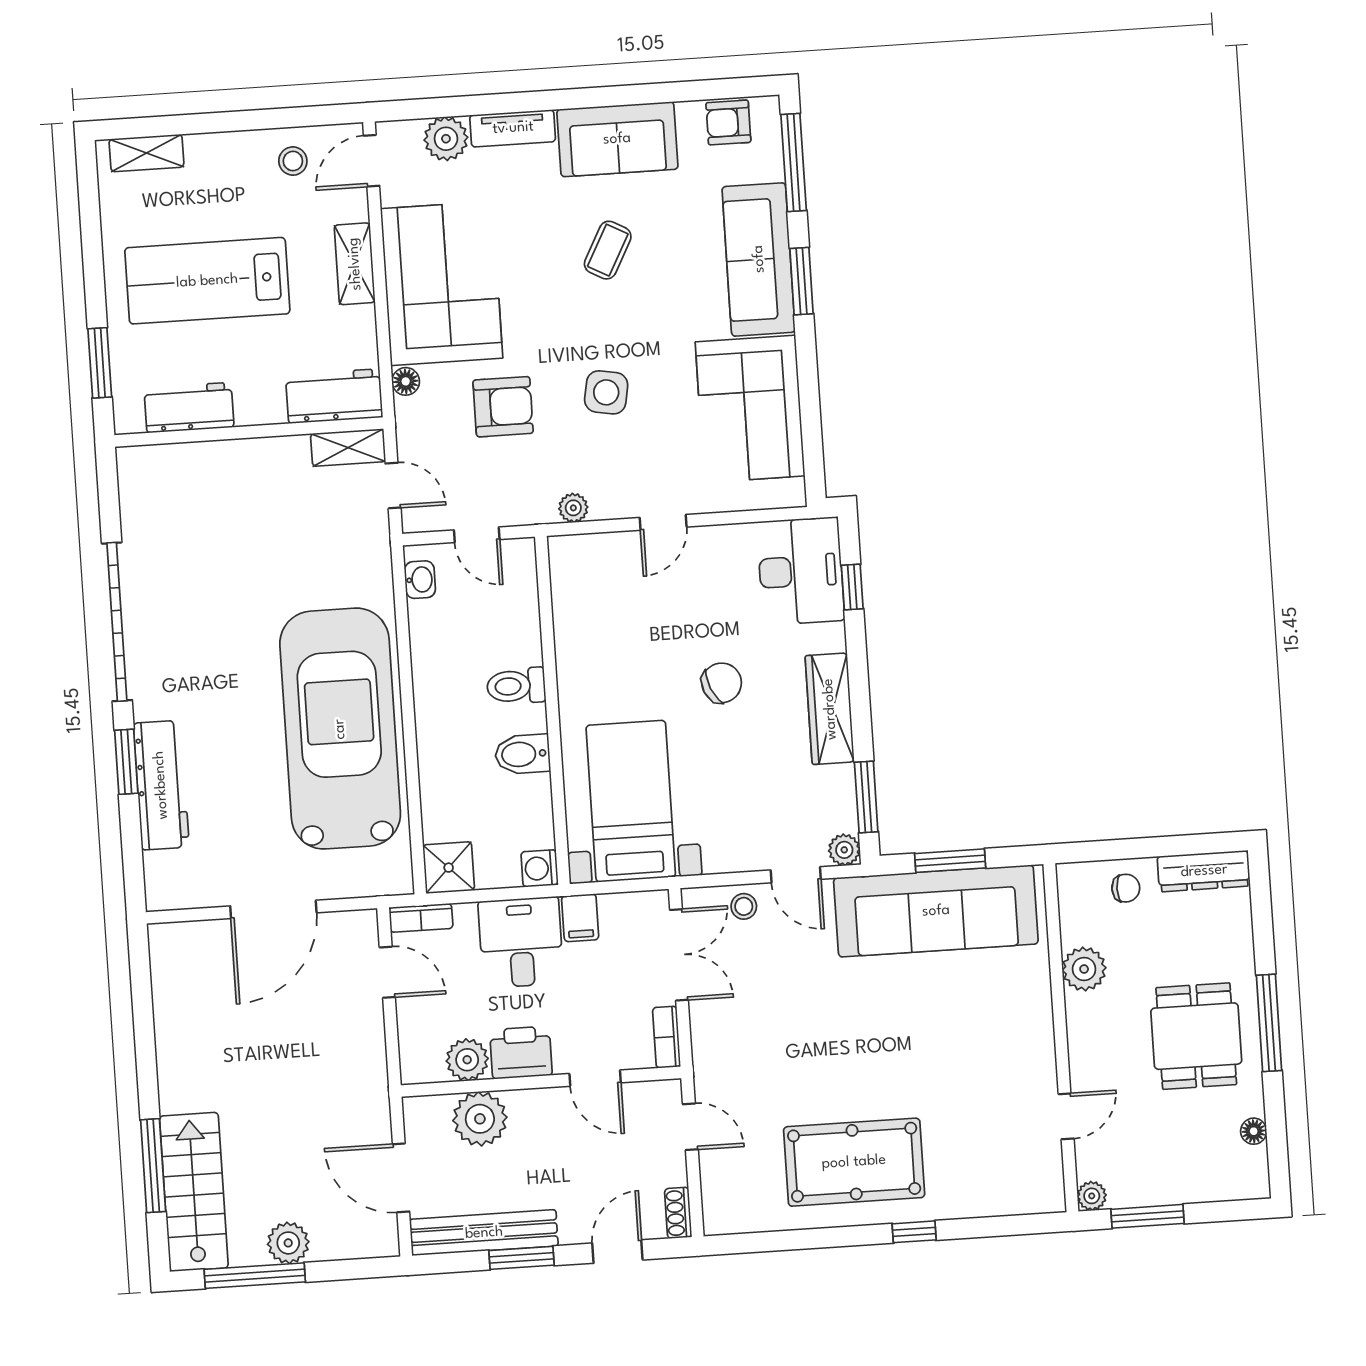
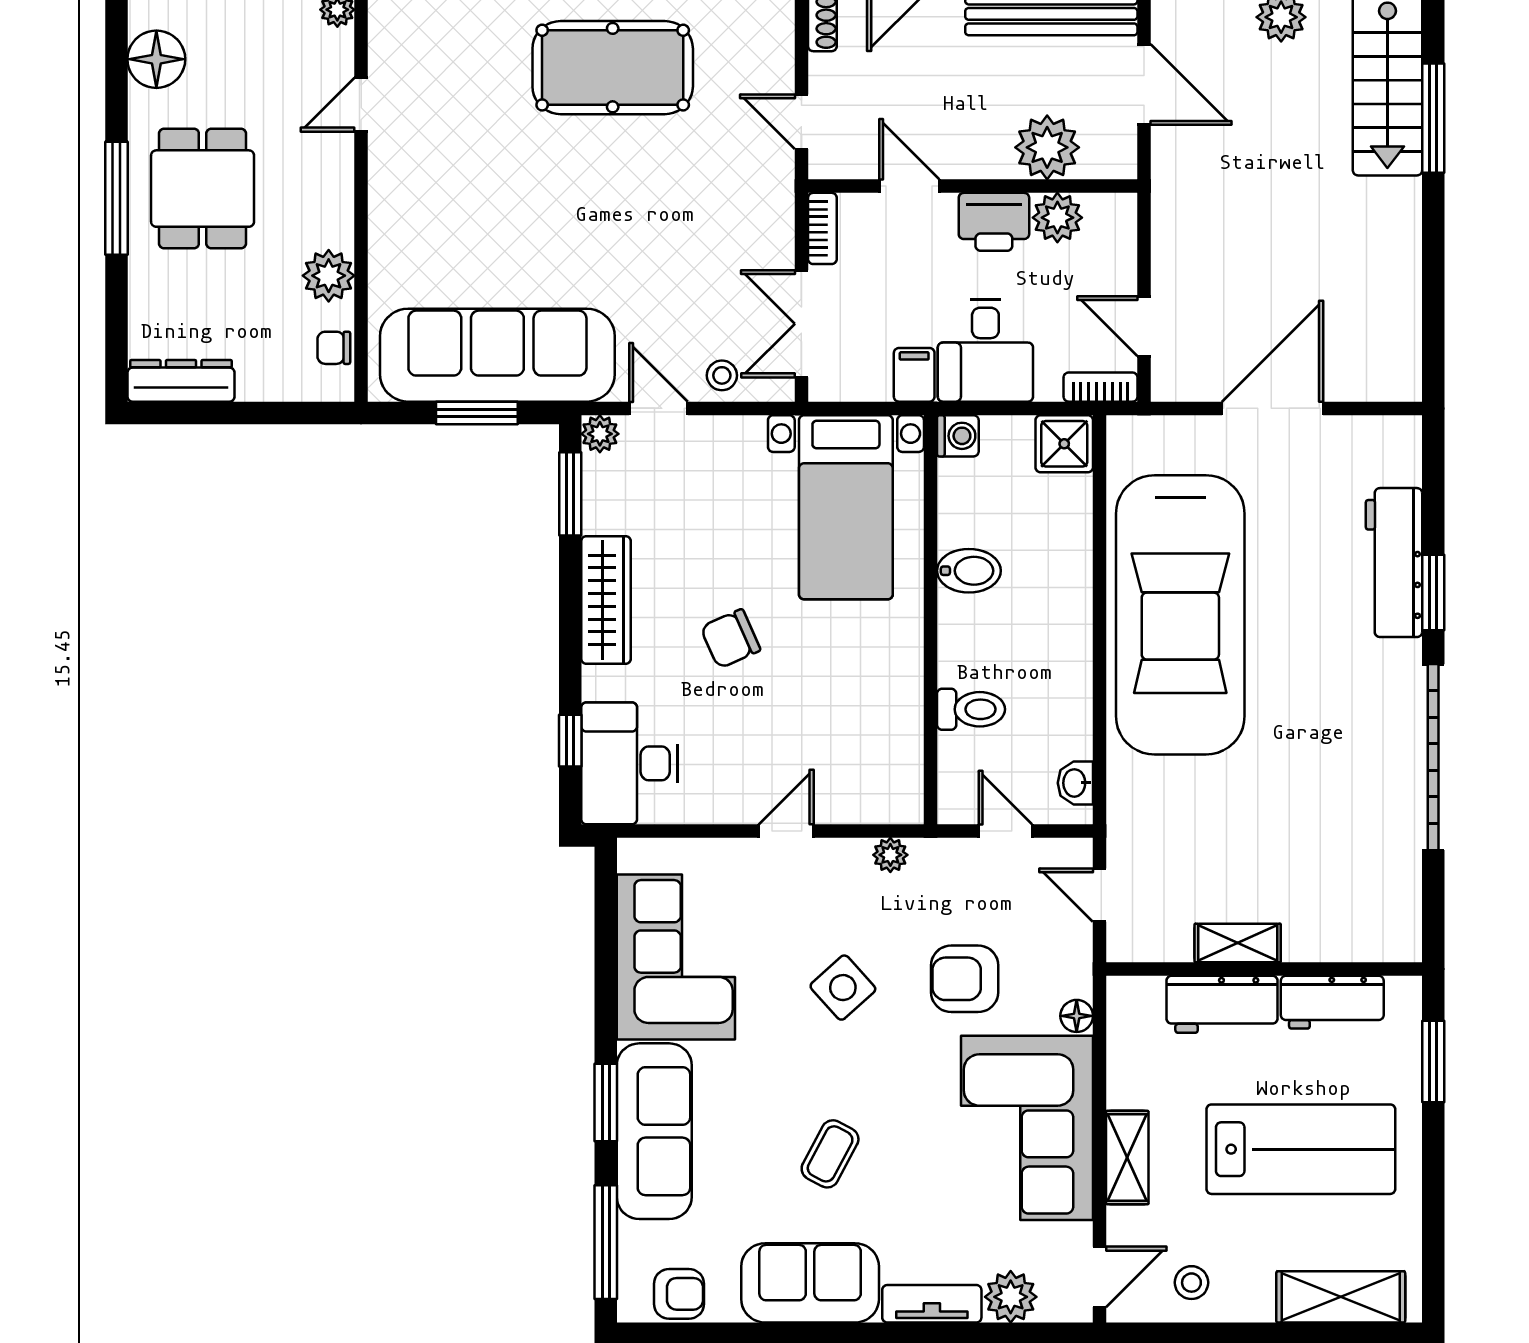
shelving: (146, 153) -> (1341, 1297), width x1.50, depth x1.33
side table: (606, 392) -> (843, 988), turned 38
workbench: (334, 396) -> (1222, 1004), moved
shelving: (348, 448) -> (1238, 943), moved
toilet: (516, 686) -> (971, 709), moved
chair: (1126, 888) -> (334, 348), moved
floor lamp: (1254, 1131) -> (156, 59), width x1.89, depth x1.89

